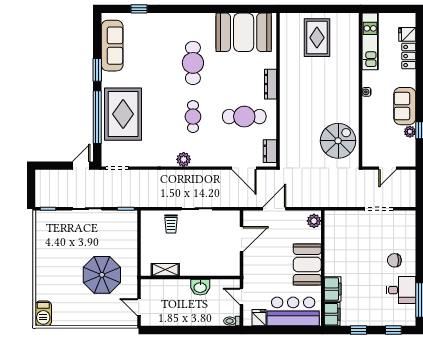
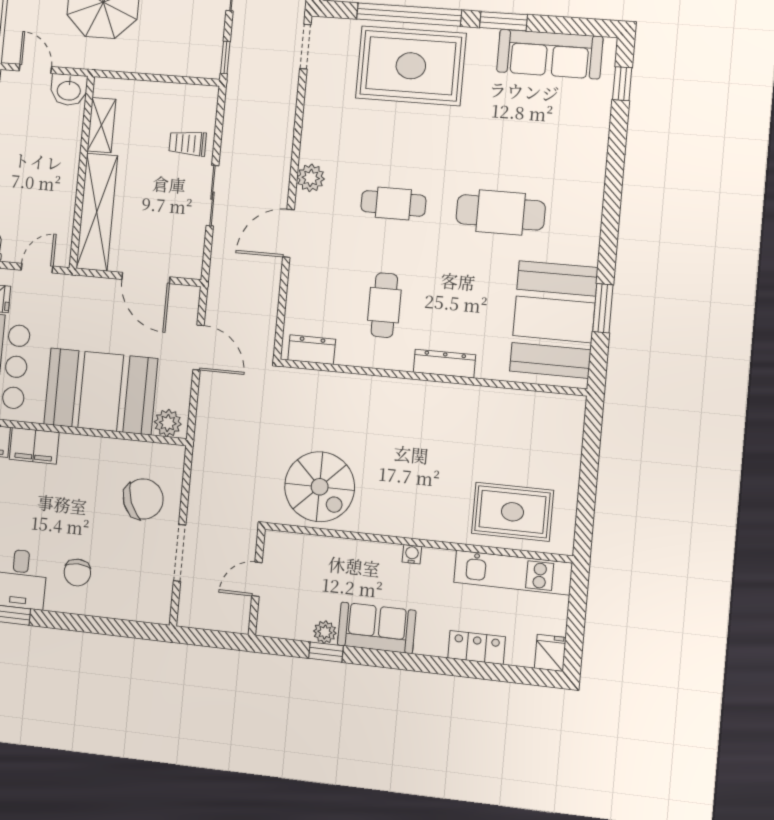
window: (139, 9) -> (622, 84), moved
window: (236, 9) -> (603, 308), added
fridge: (407, 34) -> (550, 653), moved
rug: (317, 38) -> (512, 512), moved
cafe table: (244, 117) -> (384, 305), width x0.73, depth x0.74
door: (244, 168) -> (288, 233), moved
door: (388, 168) -> (257, 579), hinge flipped
chair: (354, 230) -> (143, 499), added
chair: (394, 260) -> (77, 573), turned 180
booth: (307, 264) -> (101, 391), width x1.36, depth x1.42
shelving: (210, 268) -> (97, 212), added
washbasin: (200, 287) -> (69, 90), moved, turned -90
door: (139, 307) -> (35, 69), hinge flipped

